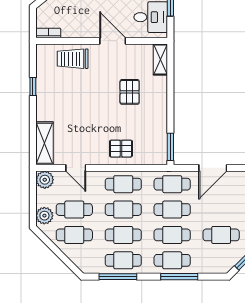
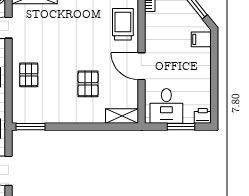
door: (113, 41) -> (141, 66), swing flipped
pallet: (130, 92) -> (88, 84), turned 90

